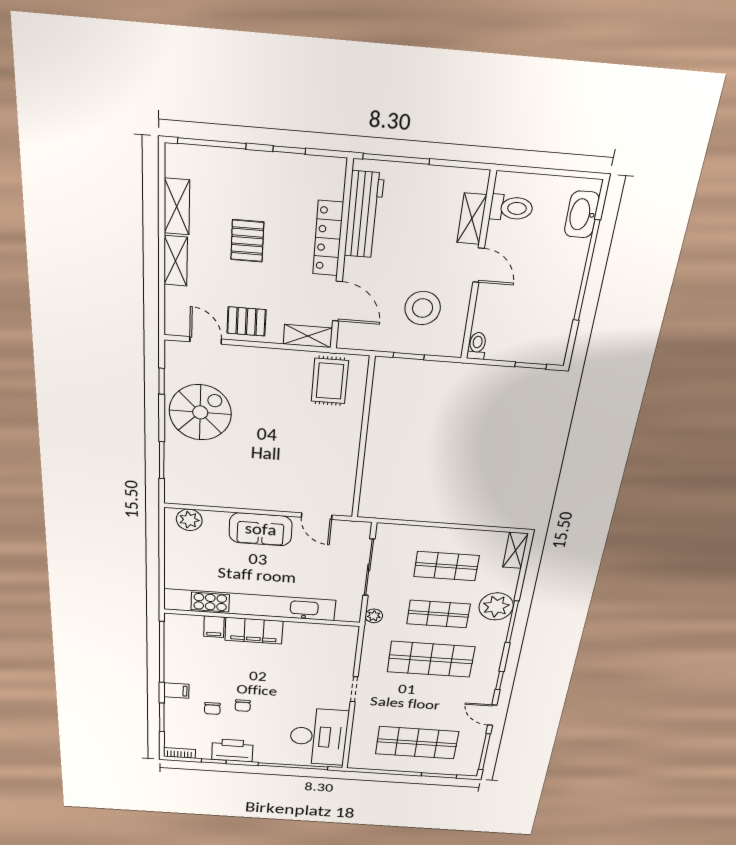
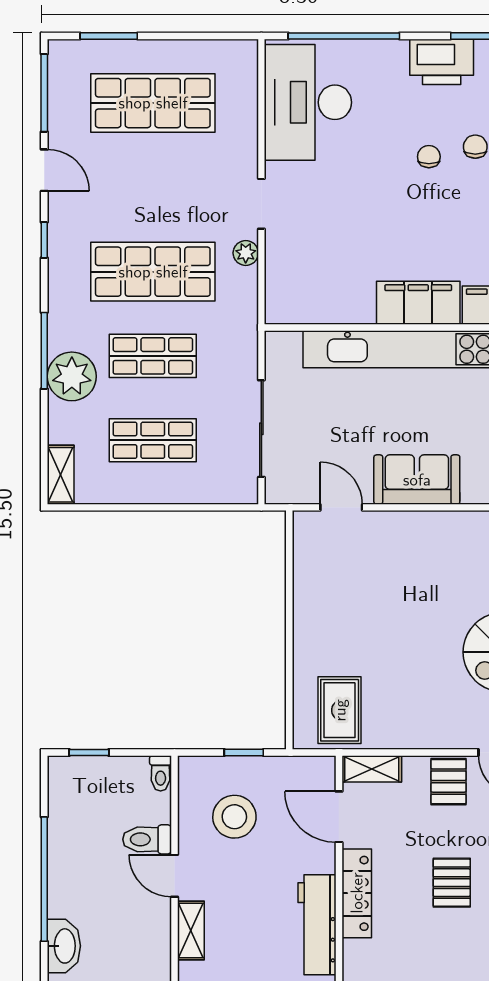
toilet: (511, 208) -> (147, 839), moved
pallet: (246, 321) -> (449, 782), turned 90
plant: (374, 616) -> (246, 253), moved

